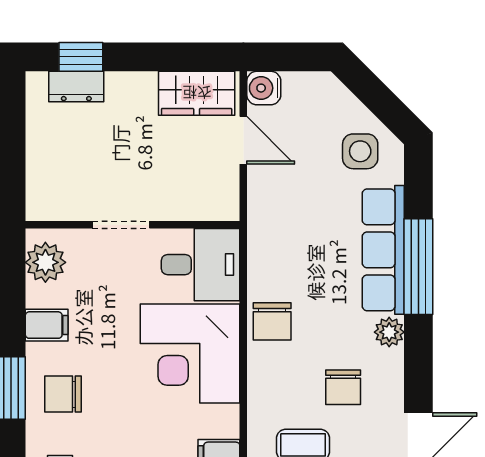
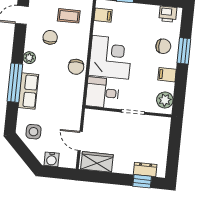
water cooler: (264, 88) -> (52, 159), moved, turned 90
row of seats: (383, 250) -> (28, 91), width x0.68
chair: (272, 321) -> (76, 67), turned 180

